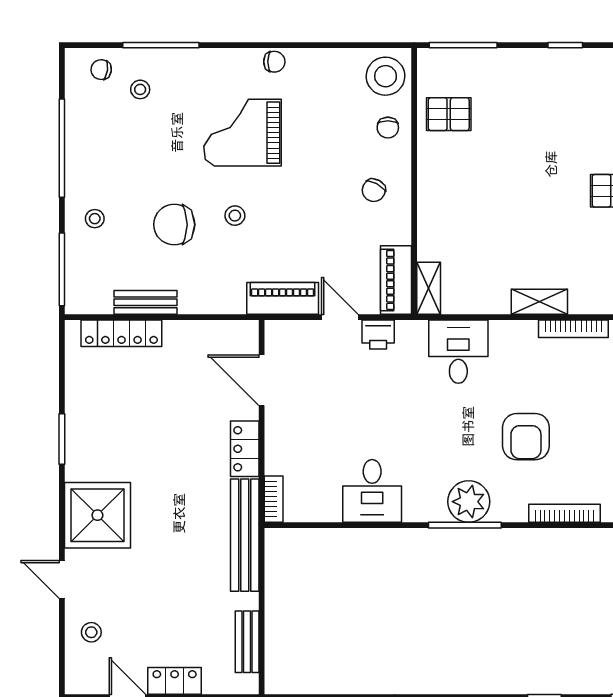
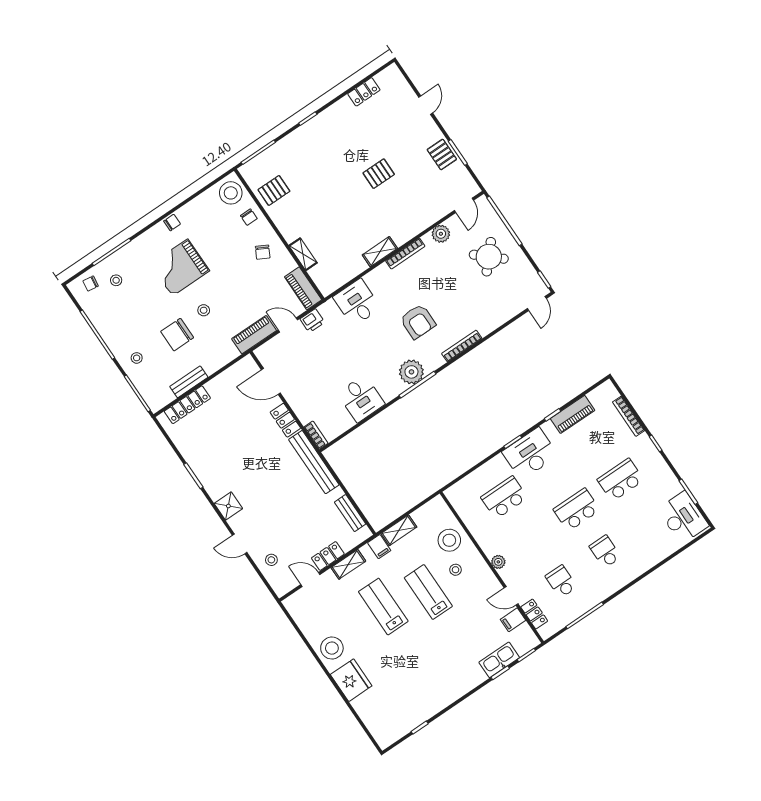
shelving: (429, 288) -> (303, 254), moved
shower: (97, 515) -> (228, 506), width x0.54, depth x0.54

